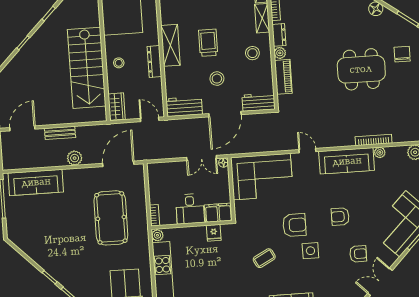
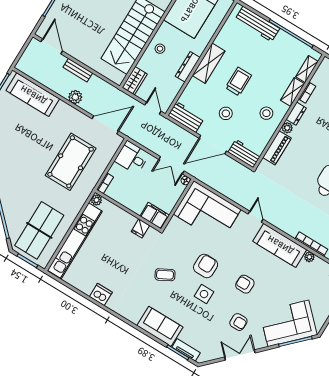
door: (22, 128) -> (52, 46), hinge flipped
desk: (190, 209) -> (132, 158), moved, turned 90
armchair: (294, 225) -> (206, 266), turned -90

